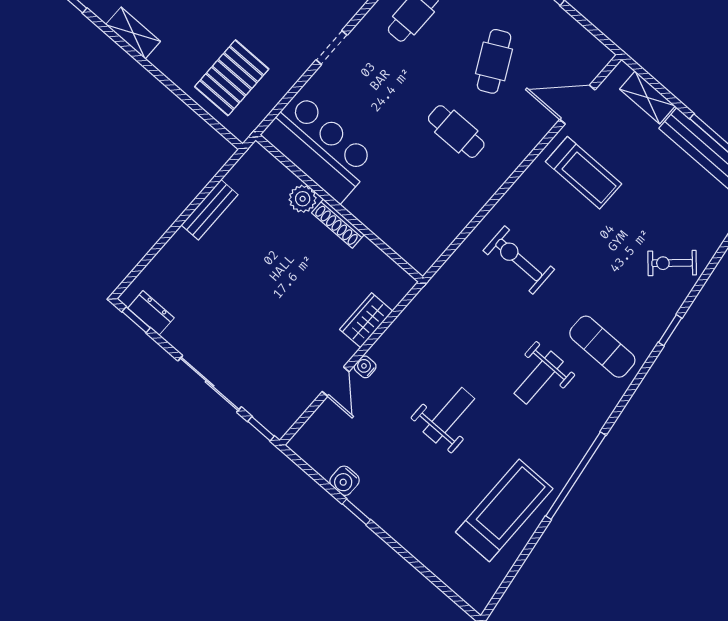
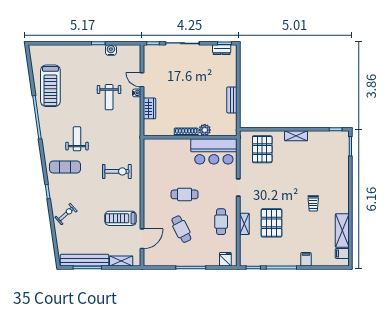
shelving: (133, 33) -> (296, 136), moved
cafe table: (456, 132) -> (185, 194), moved
weight bench: (449, 415) -> (109, 97), moved

